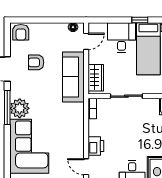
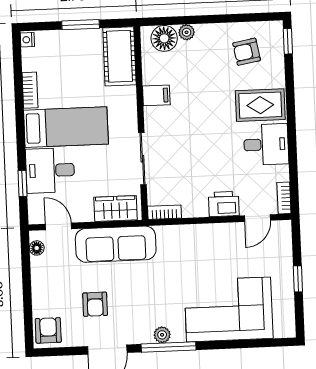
window: (140, 20) -> (22, 183), moved
armchair: (21, 32) -> (48, 330), turned -90
plant: (20, 108) -> (162, 335), width x0.53, depth x0.53

